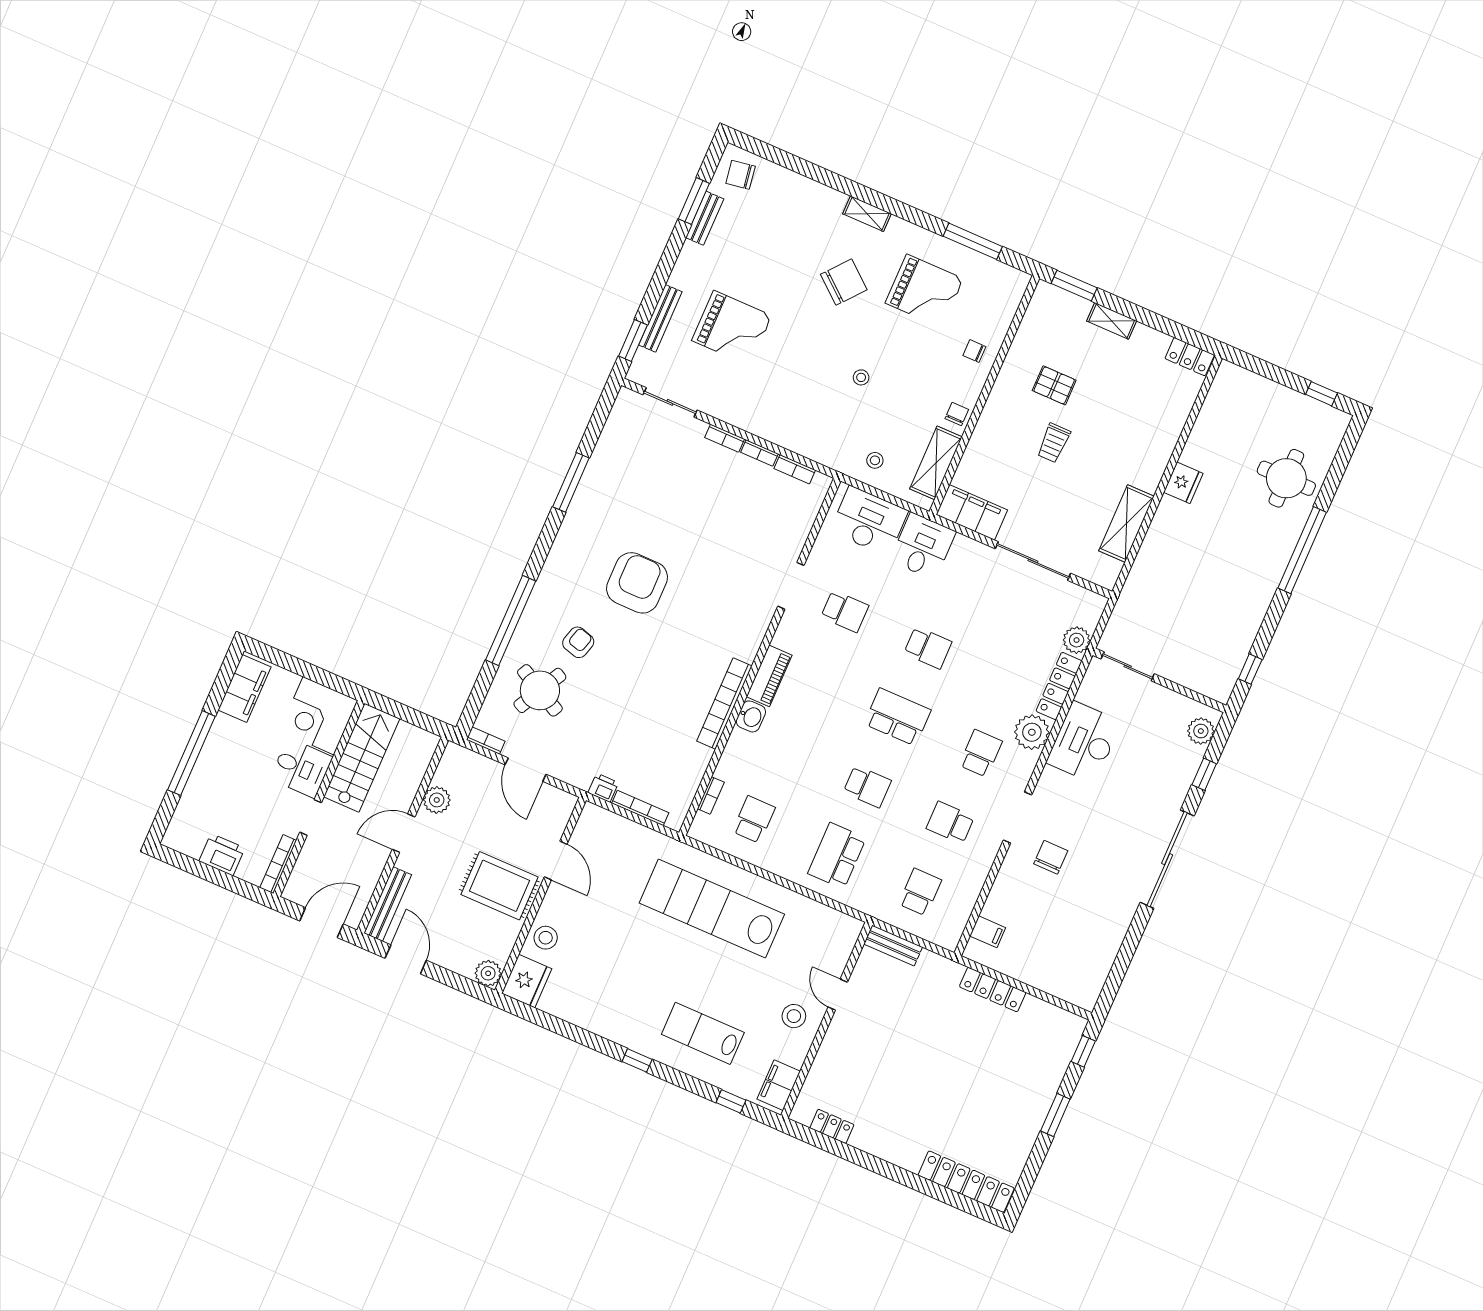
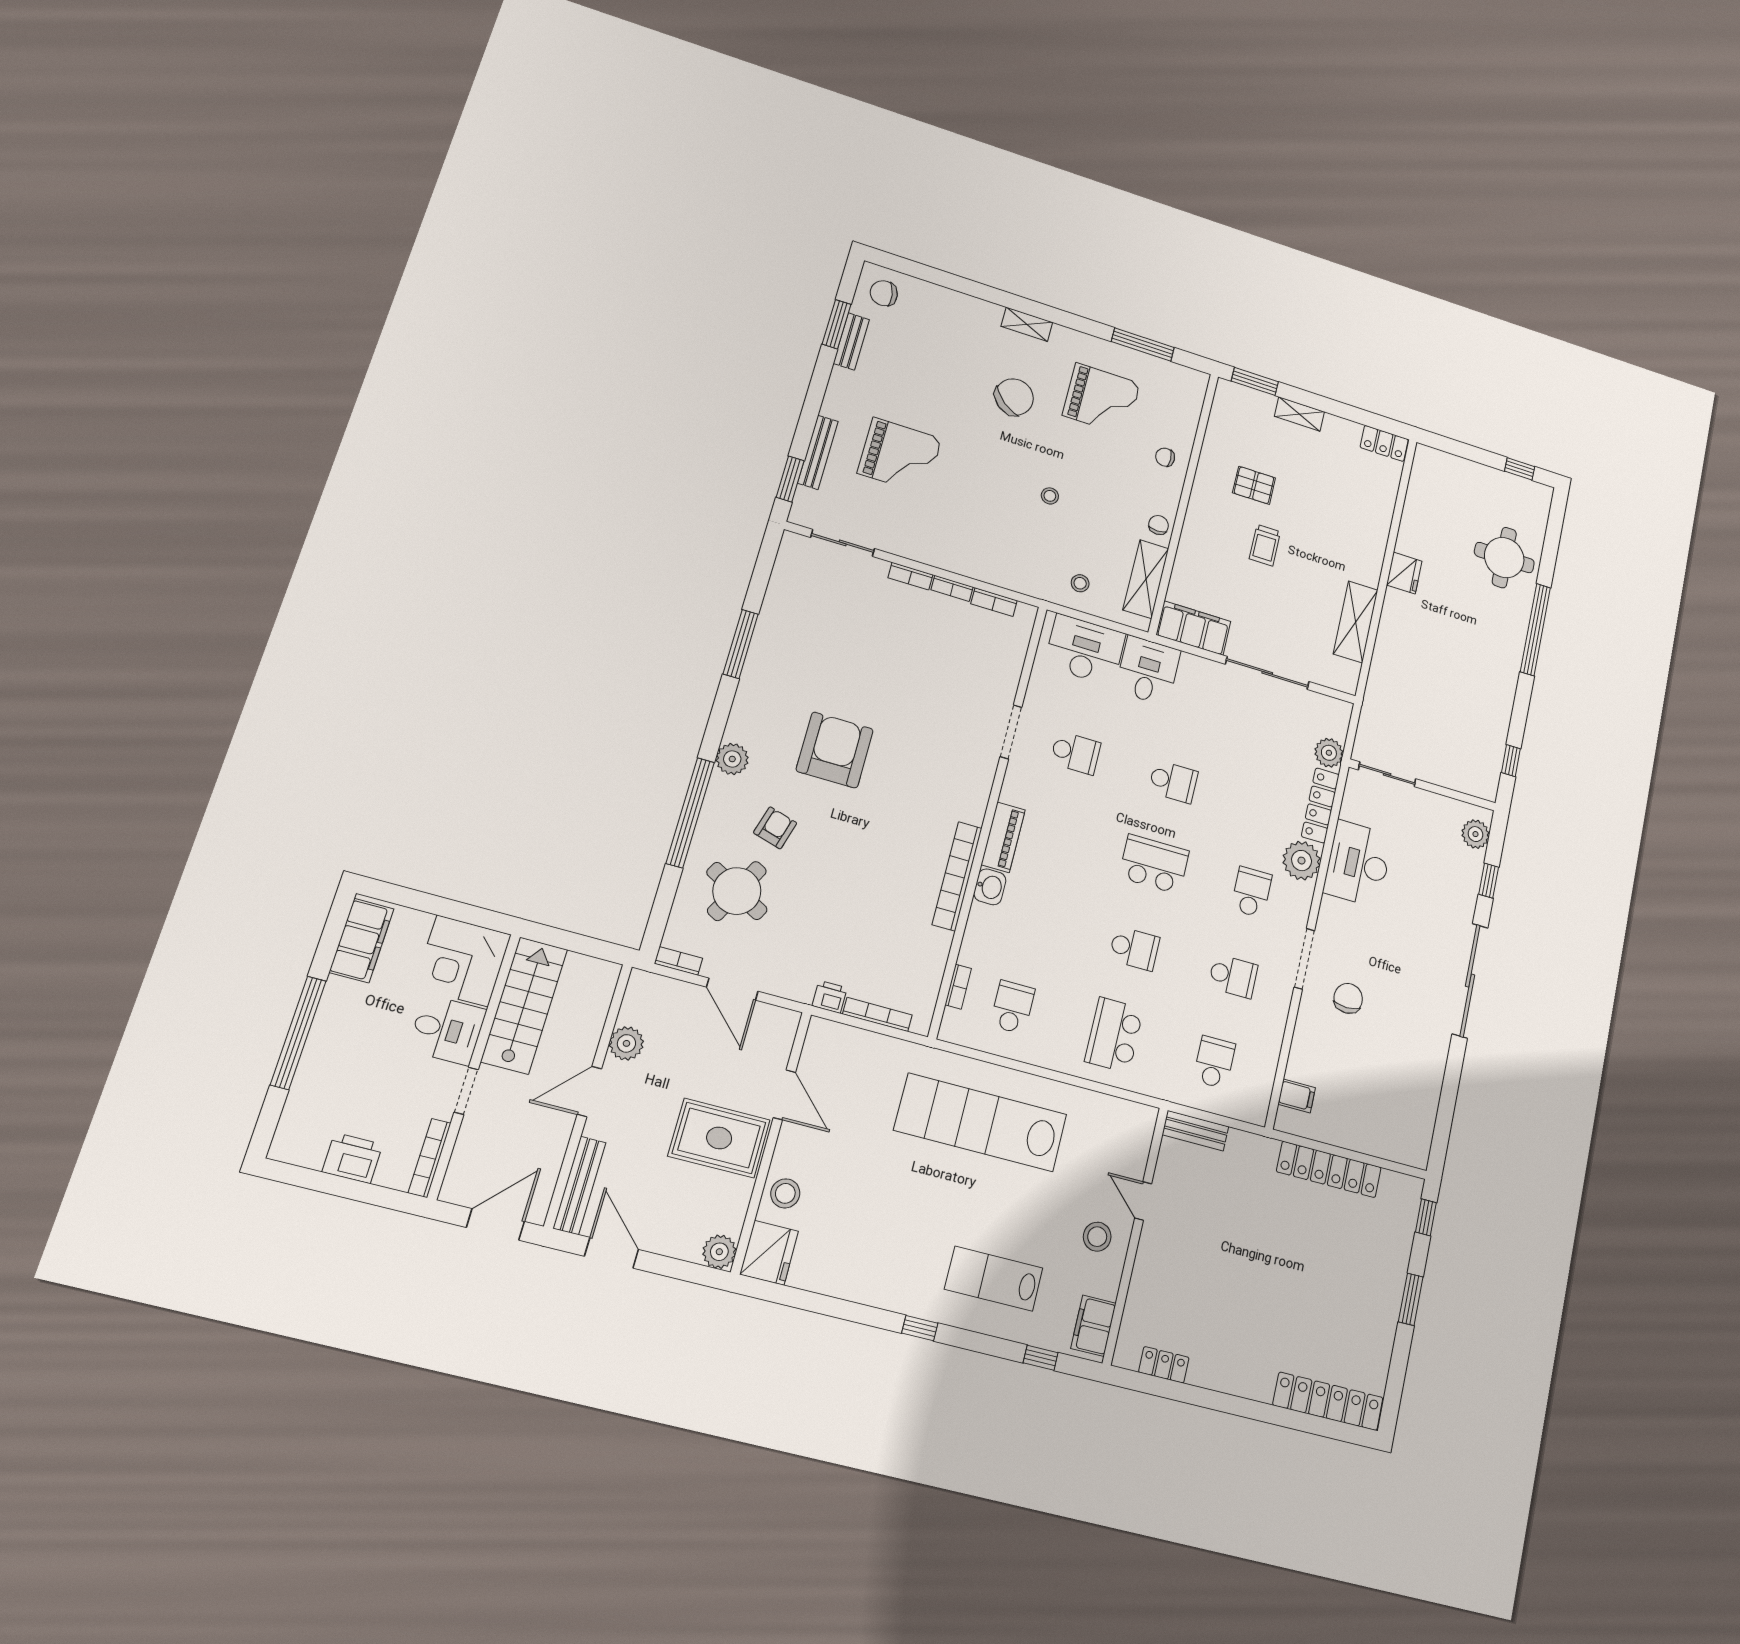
plant: (551, 580) -> (732, 759), added
school desk: (950, 823) -> (1233, 976), turned 180
locker: (993, 989) -> (1329, 1169), width x1.41, depth x1.21

